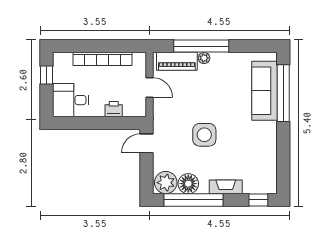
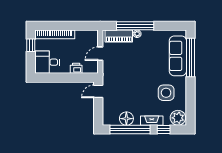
bookcase: (103, 59) -> (55, 34), moved
door: (149, 87) -> (100, 54), swing flipped
side table: (204, 135) -> (166, 93), moved
plant: (166, 183) -> (178, 118), moved
window: (258, 200) -> (164, 129), moved

